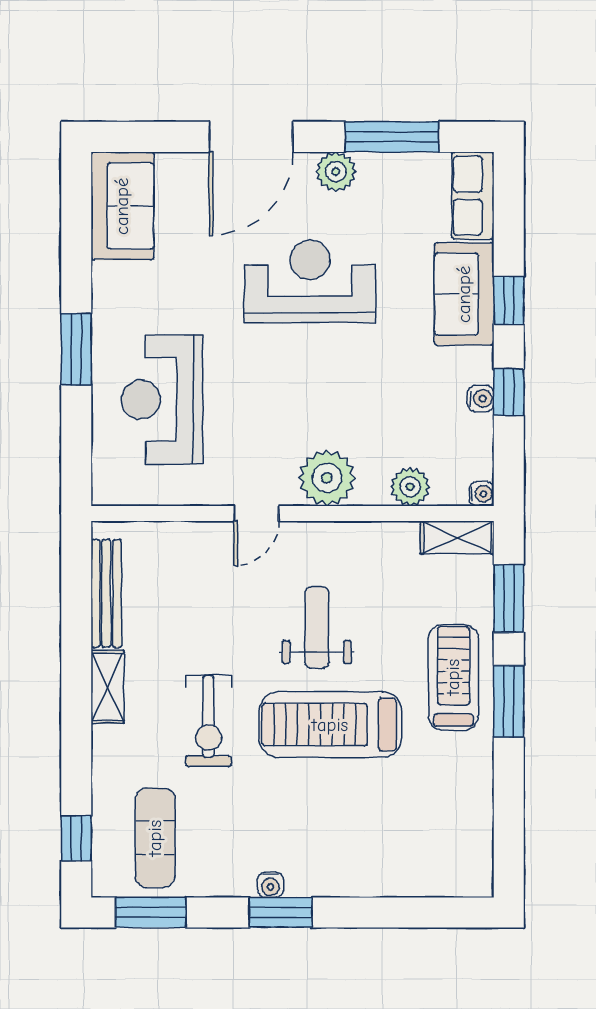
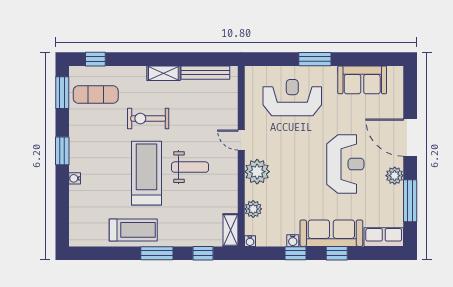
sofa: (122, 206) -> (362, 80), moved
sofa: (464, 294) -> (331, 233), width x1.36
window: (509, 598) -> (203, 253), width x0.67
treadmill: (453, 677) -> (133, 230), moved
water cooler: (270, 885) -> (75, 178), moved

